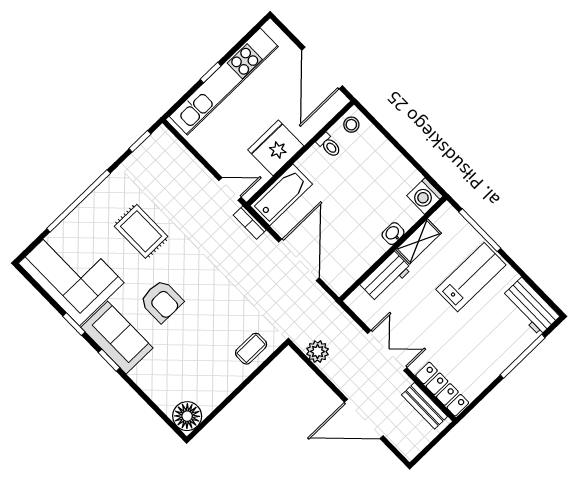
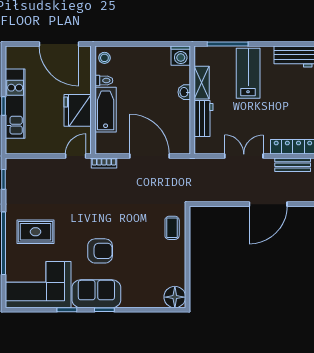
kitchen unit: (224, 82) -> (15, 104), width x0.73
bathtub: (281, 195) -> (106, 110), moved
rug: (141, 231) -> (35, 232), moved
plant: (318, 352) -> (208, 194), removed

